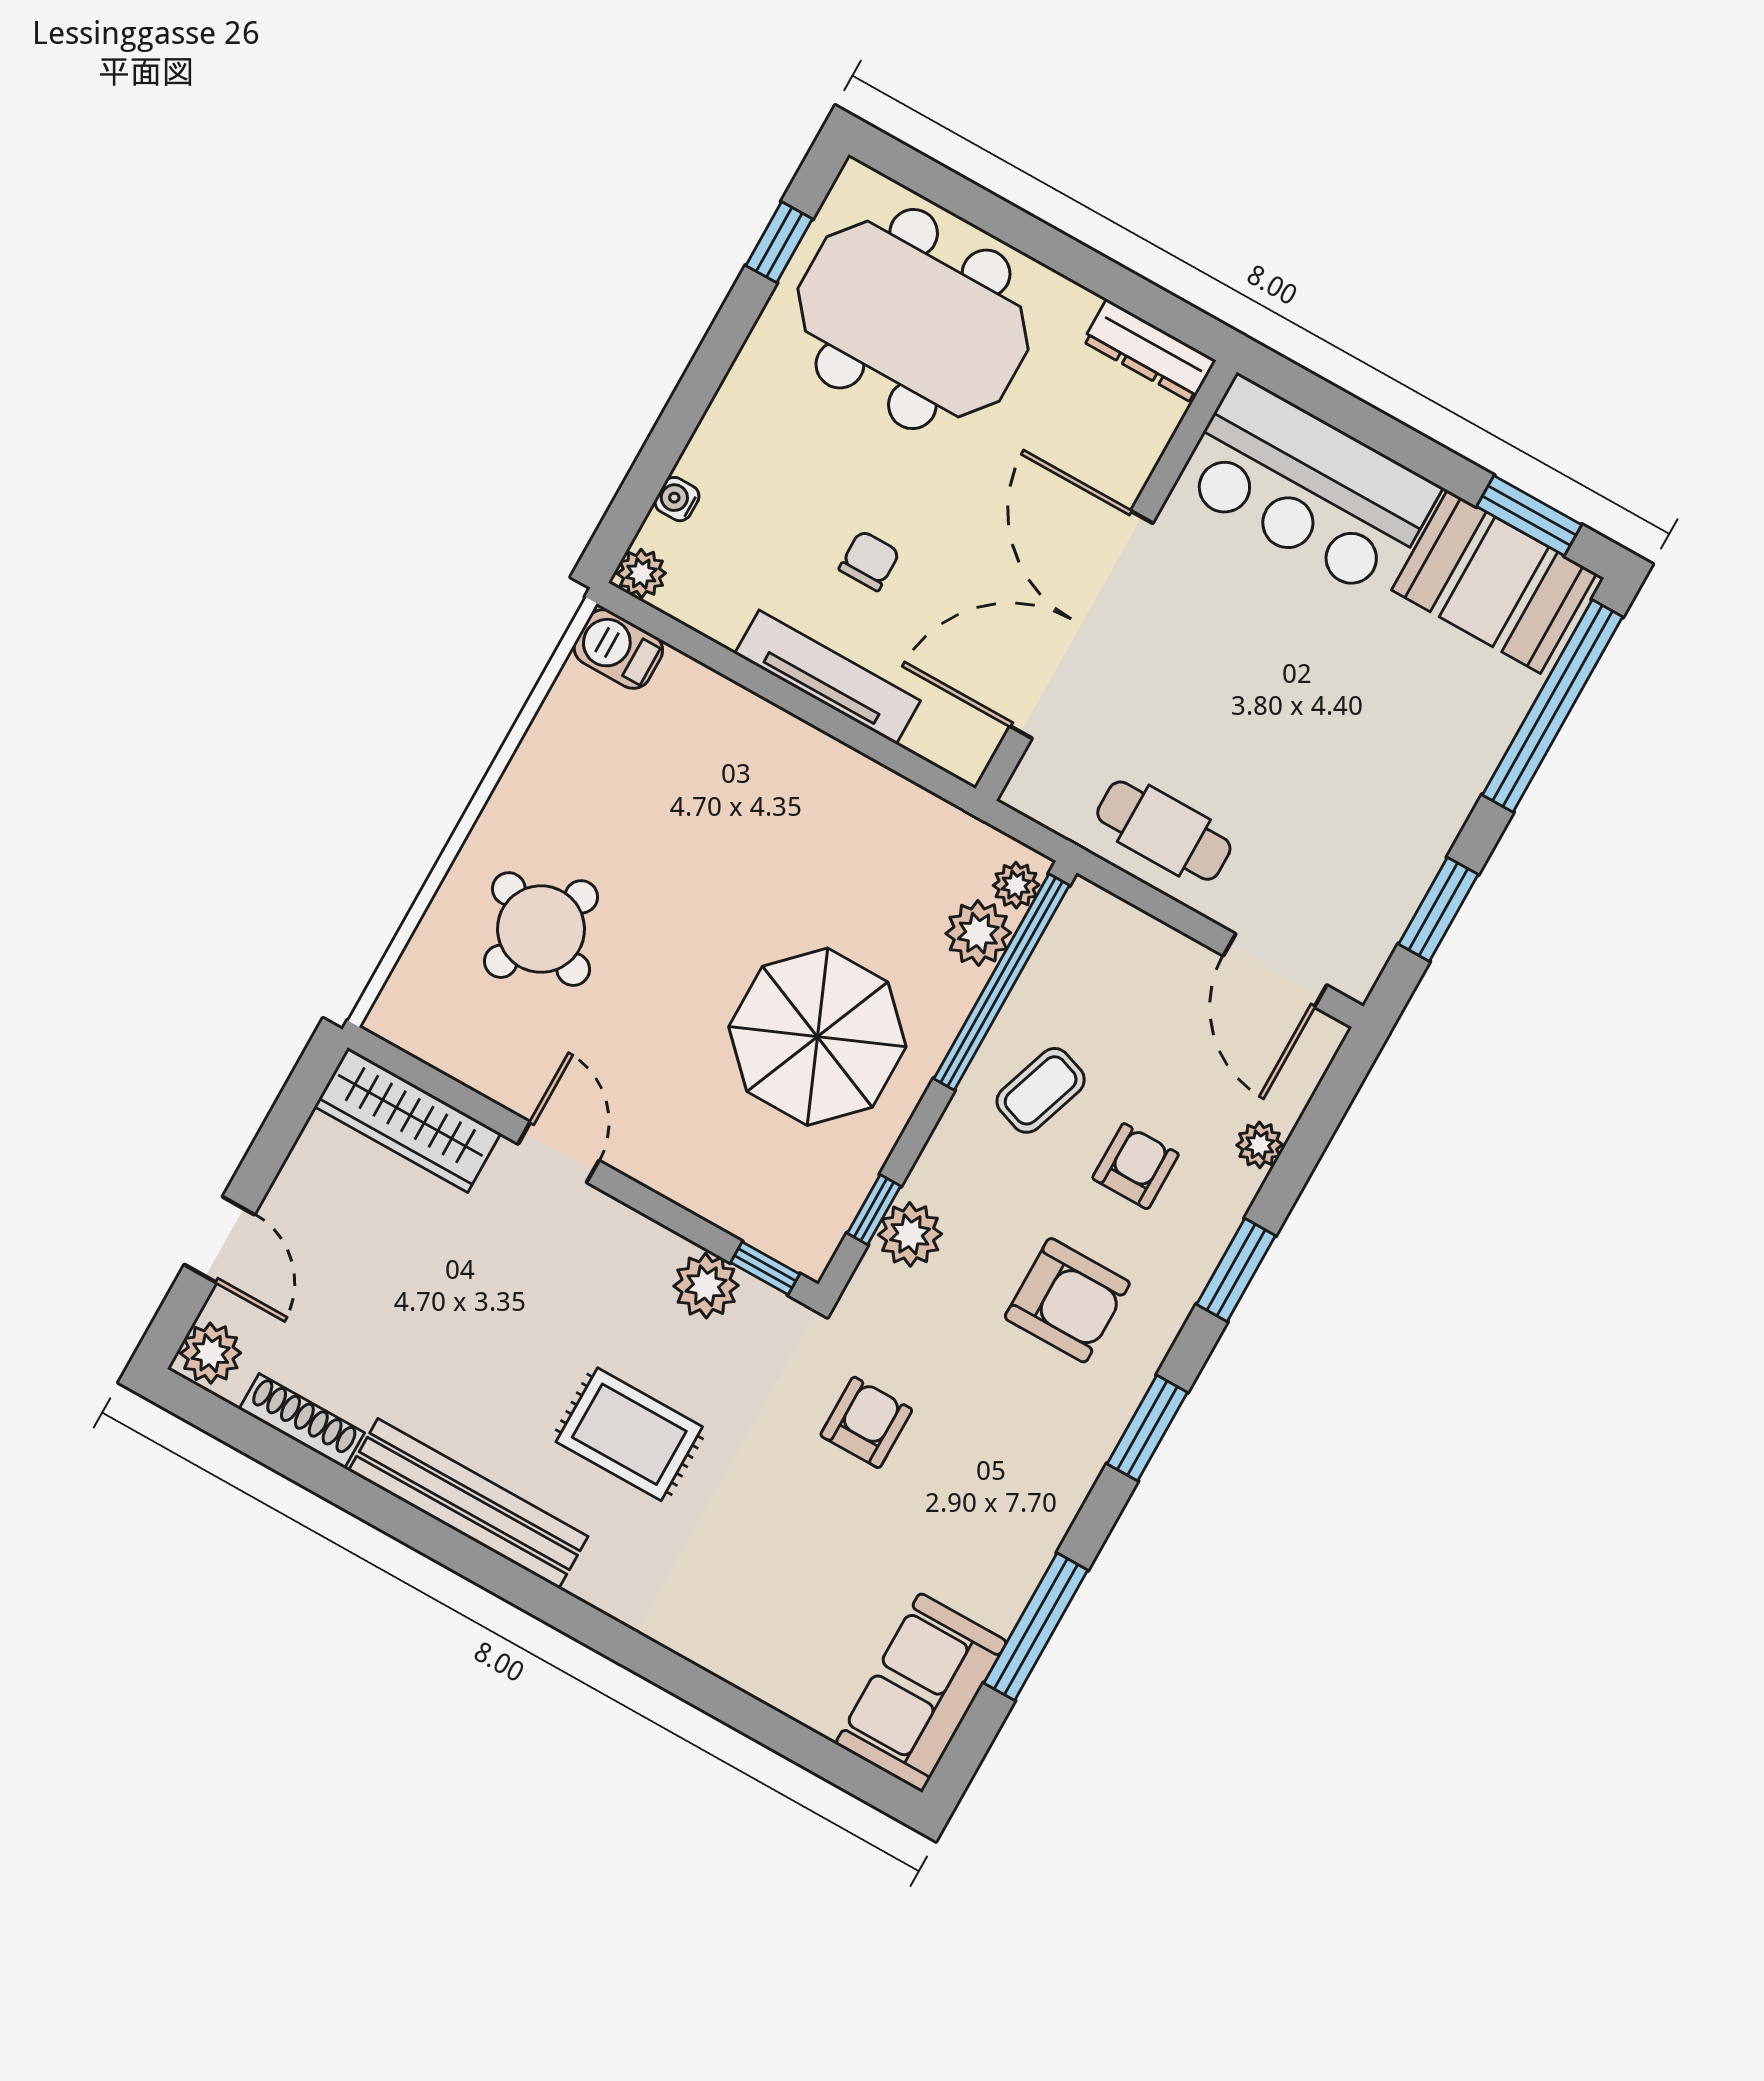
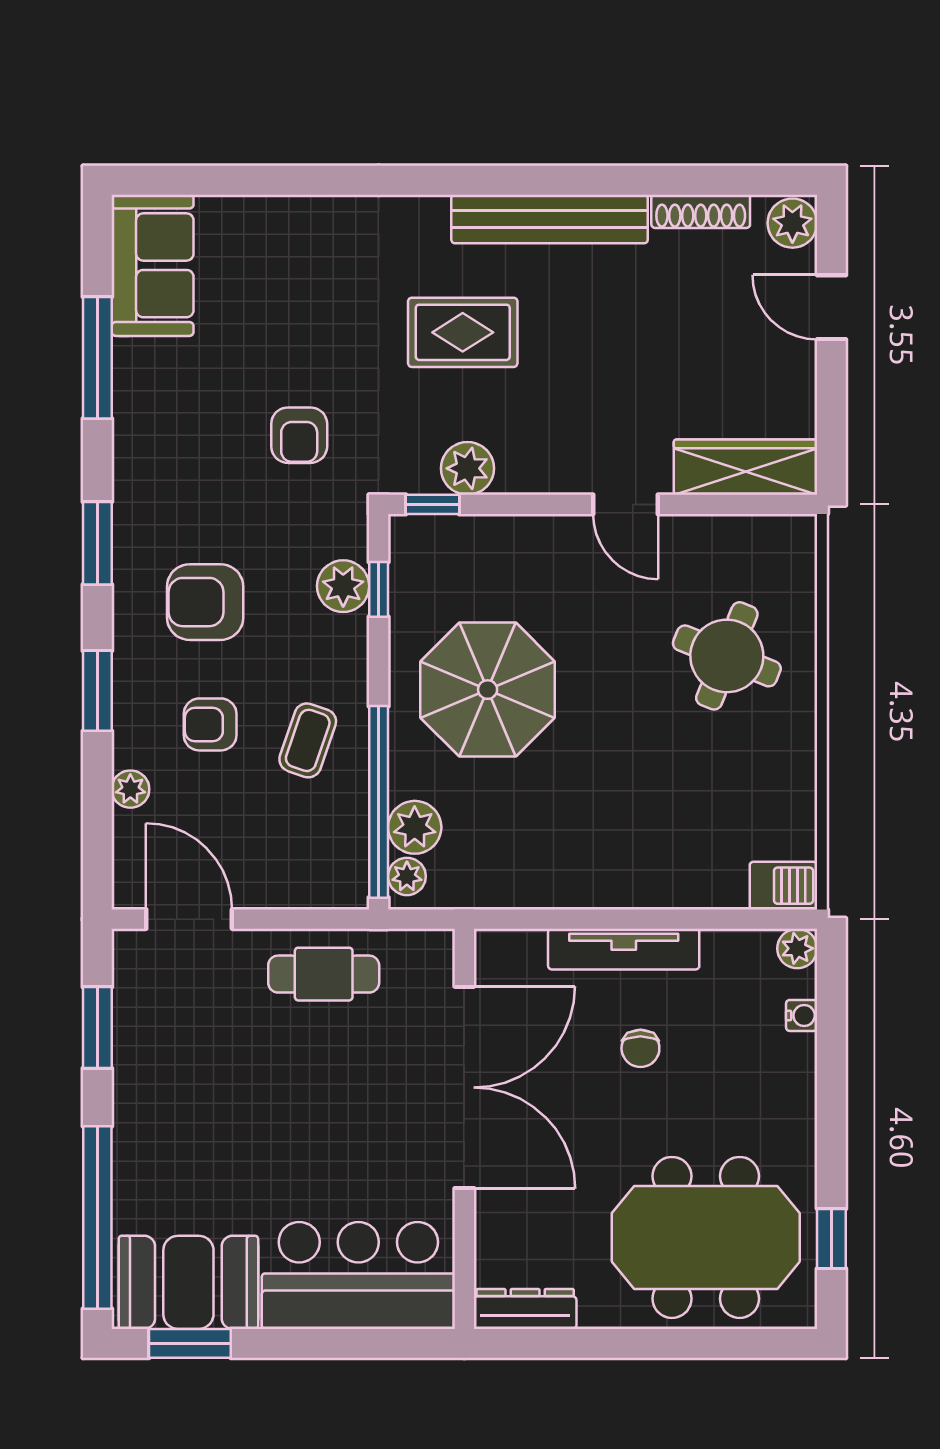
armchair: (1136, 1166) -> (210, 724), turned 90

